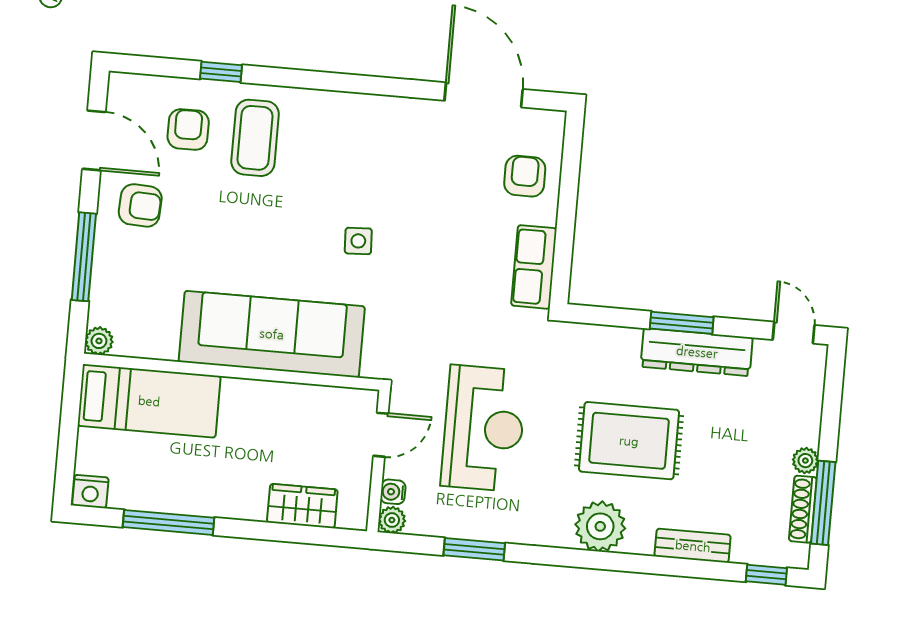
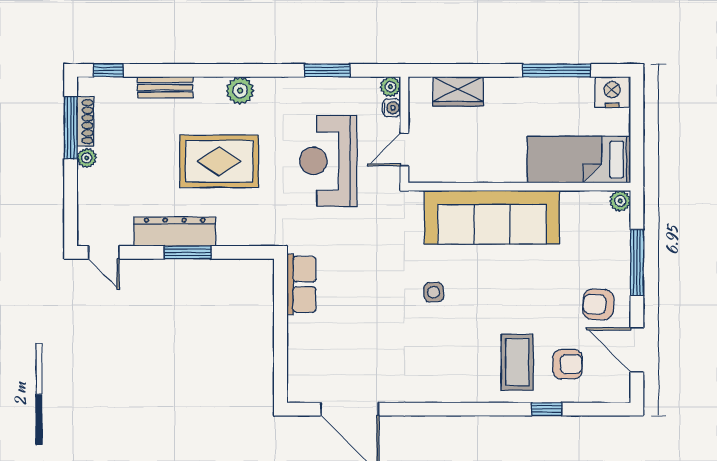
armchair: (188, 129) -> (568, 364), turned -90
armchair: (525, 176) -> (314, 351), removed
nightstand: (90, 491) -> (612, 92), width x1.36, depth x1.33
plant: (600, 526) -> (240, 91), width x0.73, depth x0.73

